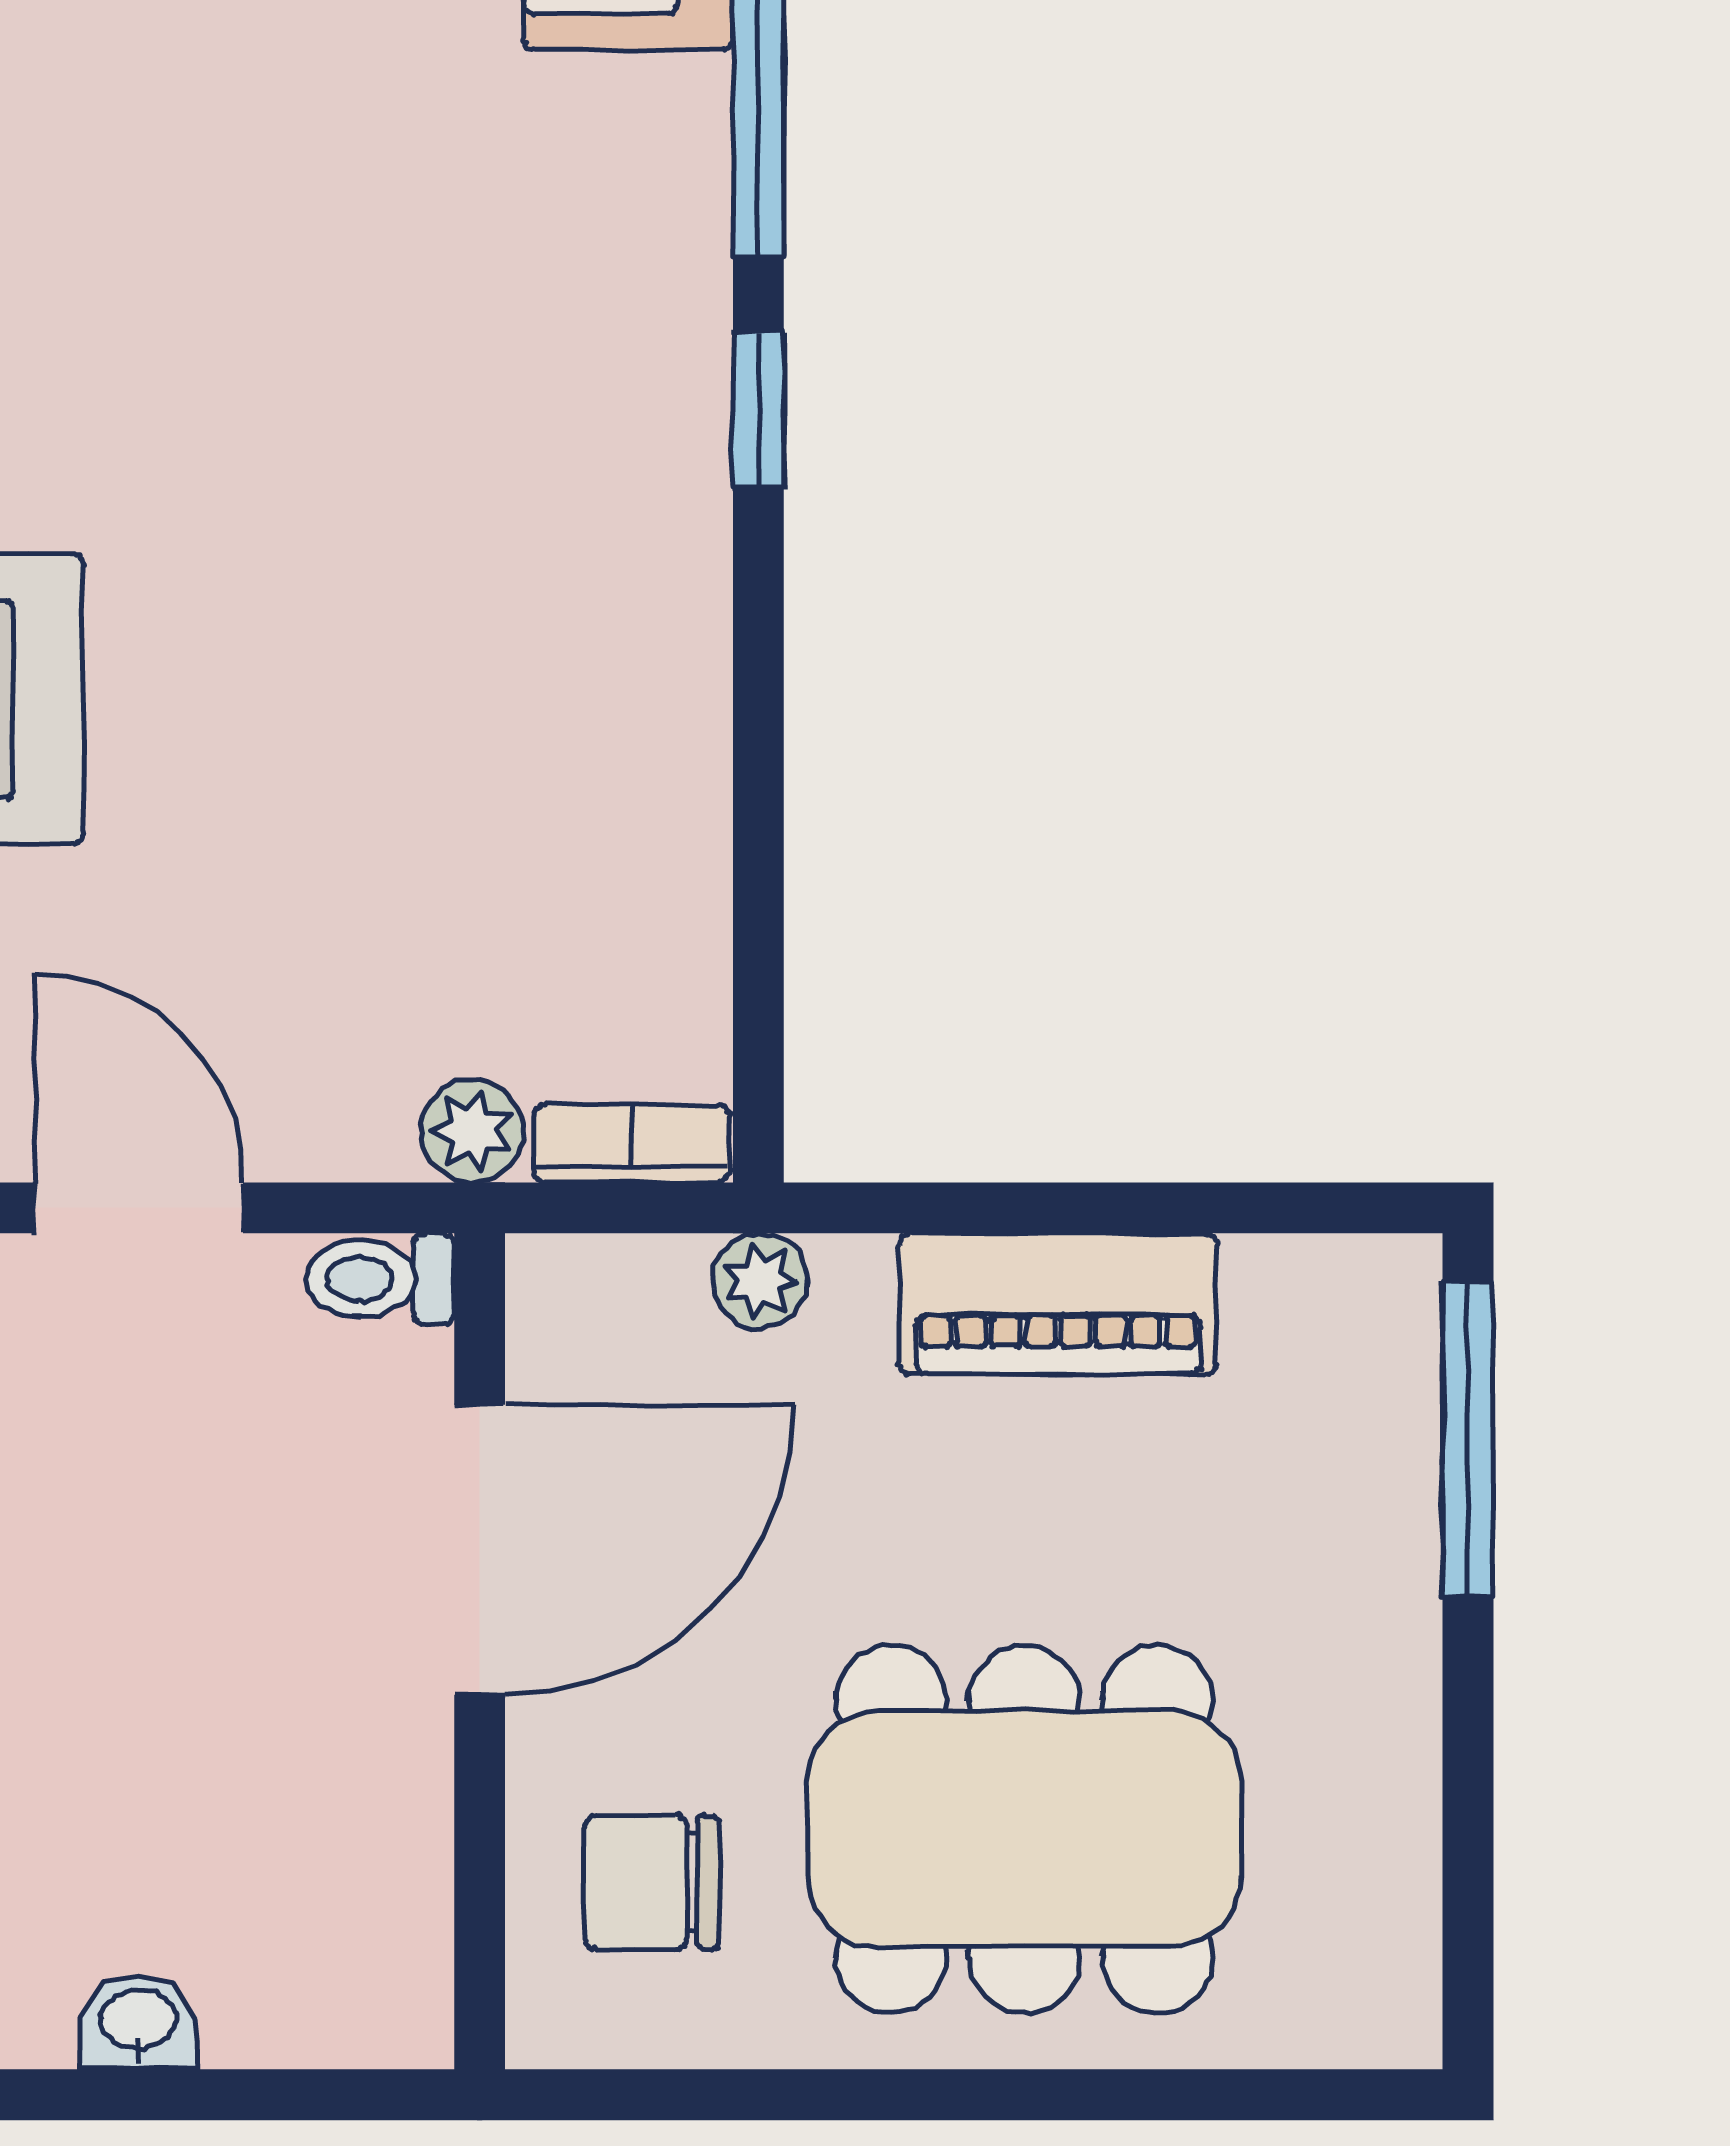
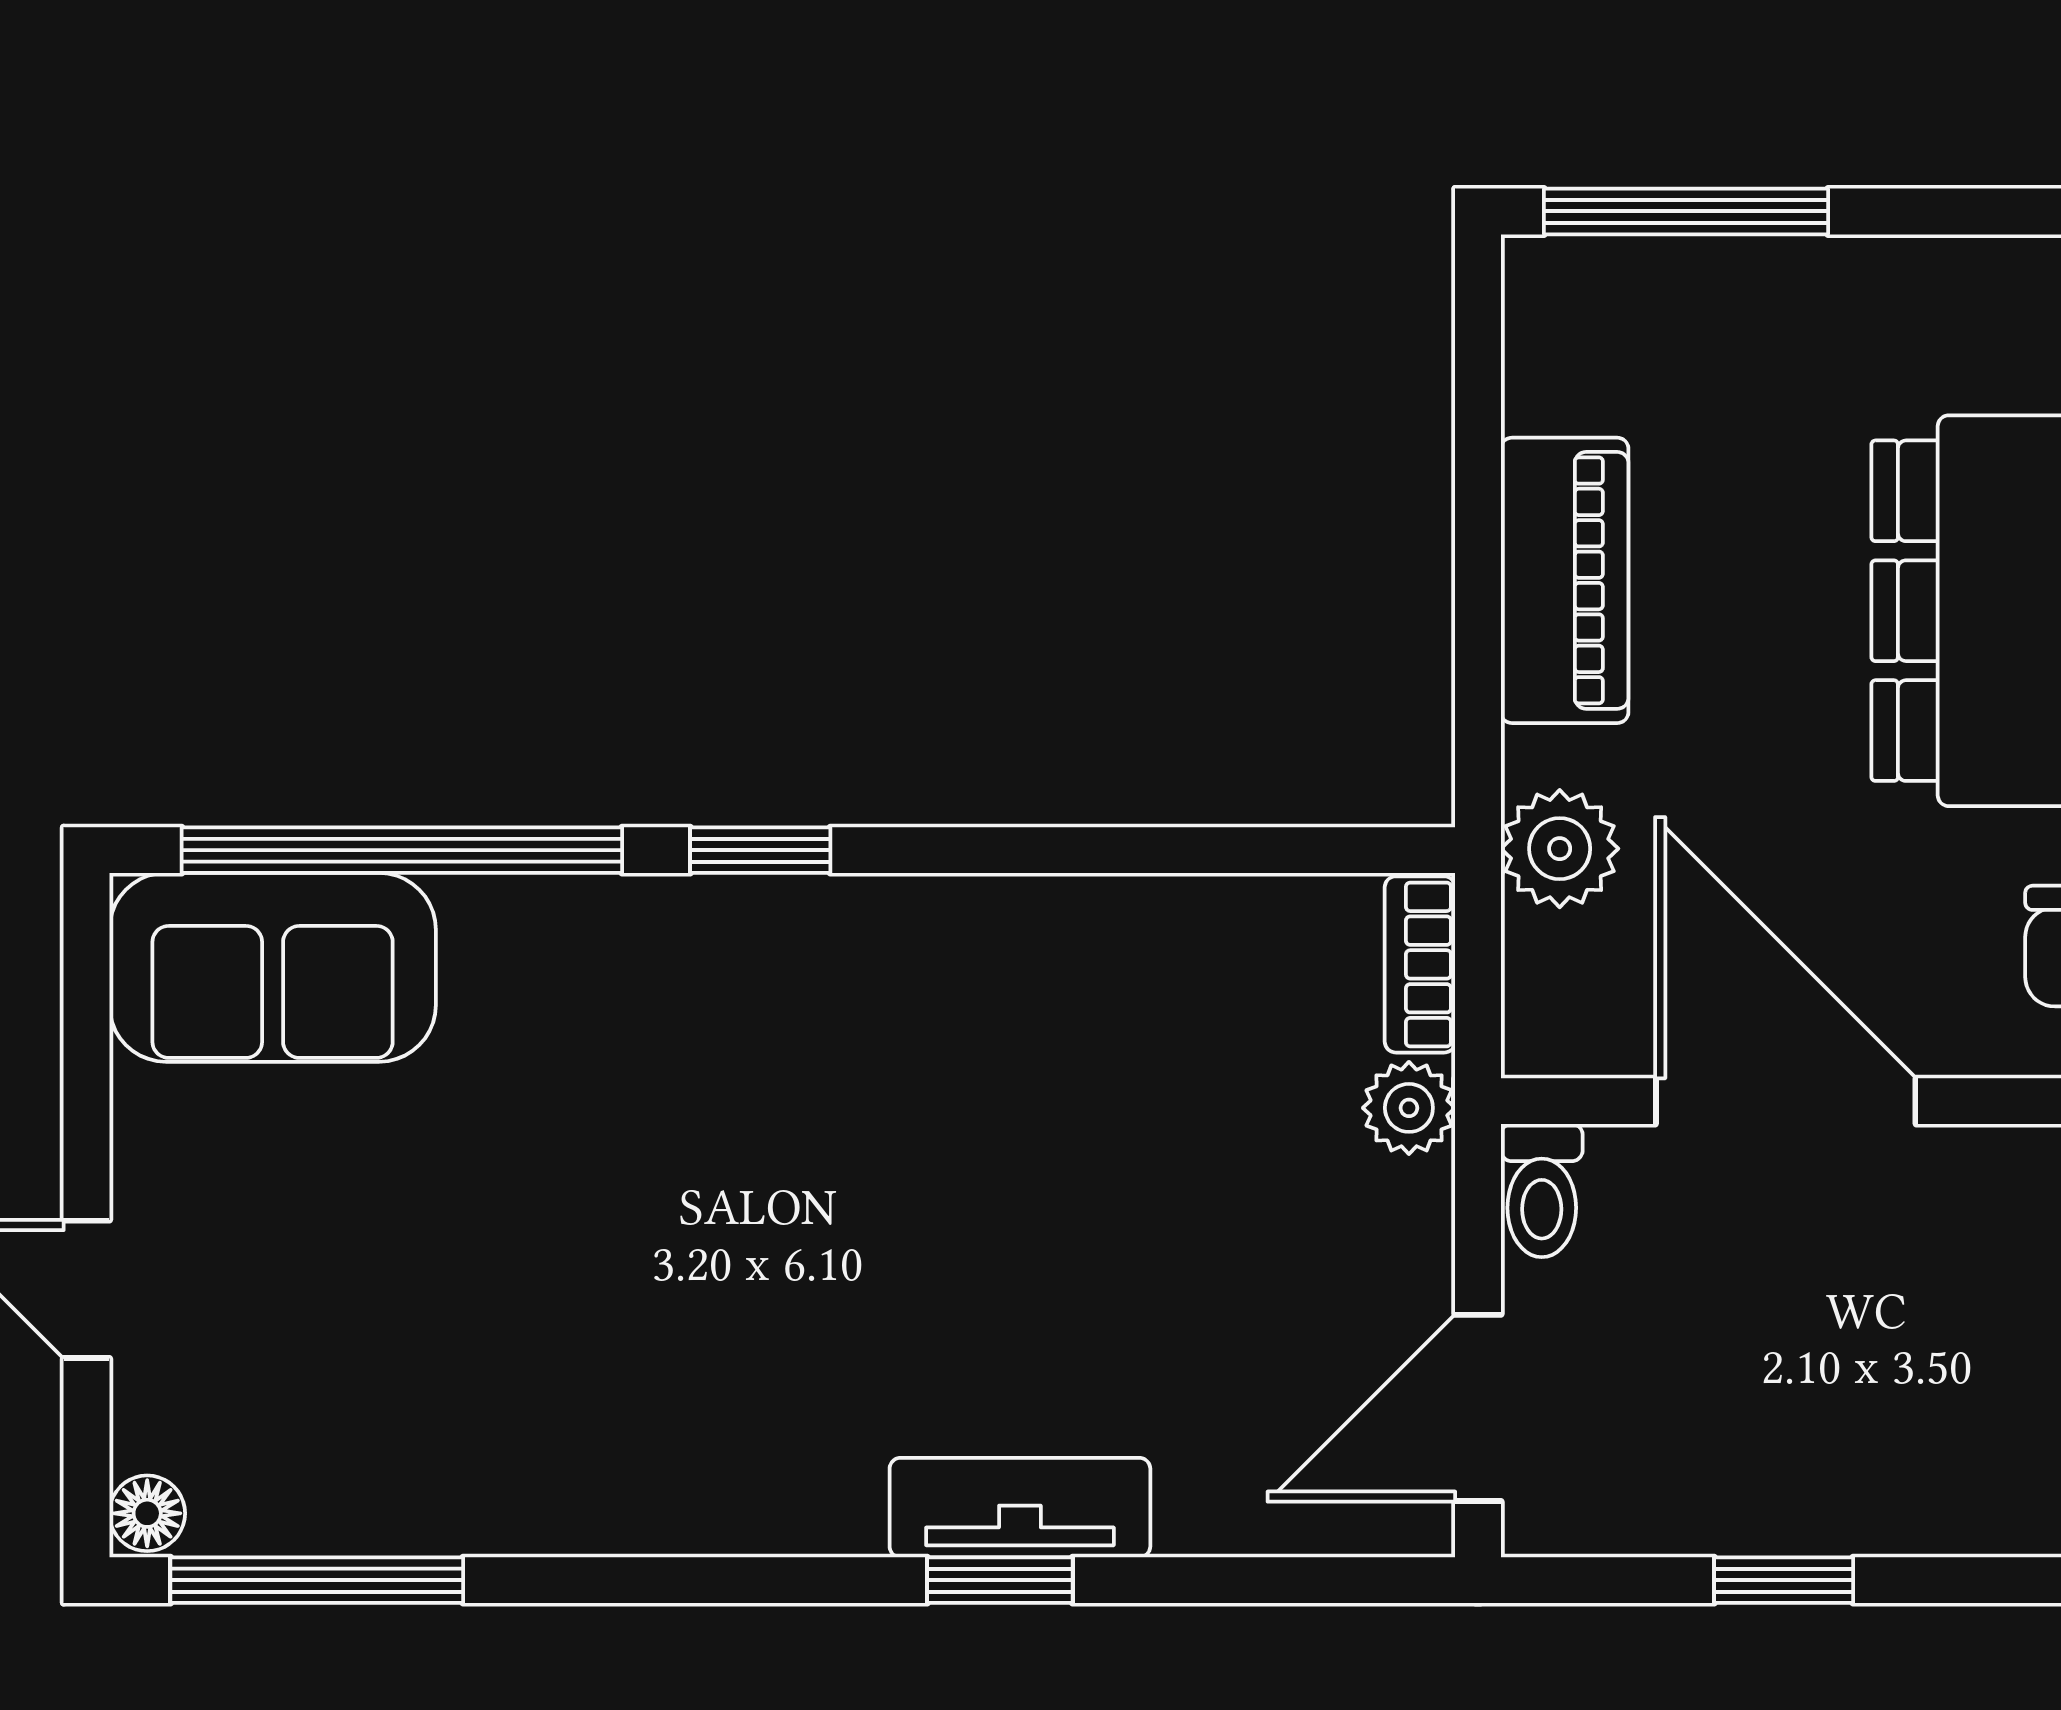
plant: (760, 1281) -> (1560, 849), width x1.38, depth x1.38

